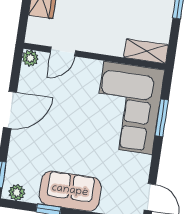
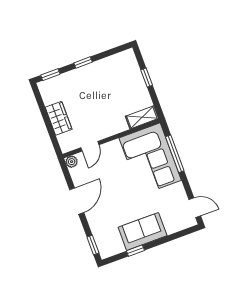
window: (162, 118) -> (175, 154), width x1.44
plant: (17, 192) -> (110, 251), removed

